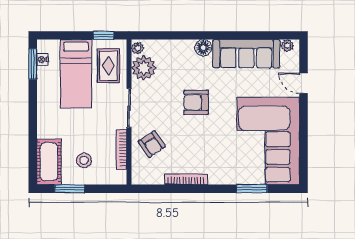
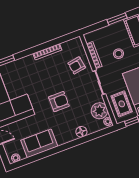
floor lamp: (203, 48) -> (81, 132), moved
sofa: (246, 54) -> (39, 143), width x0.73
armchair: (152, 144) -> (77, 65), turned -64
stool: (84, 160) -> (119, 54), moved

